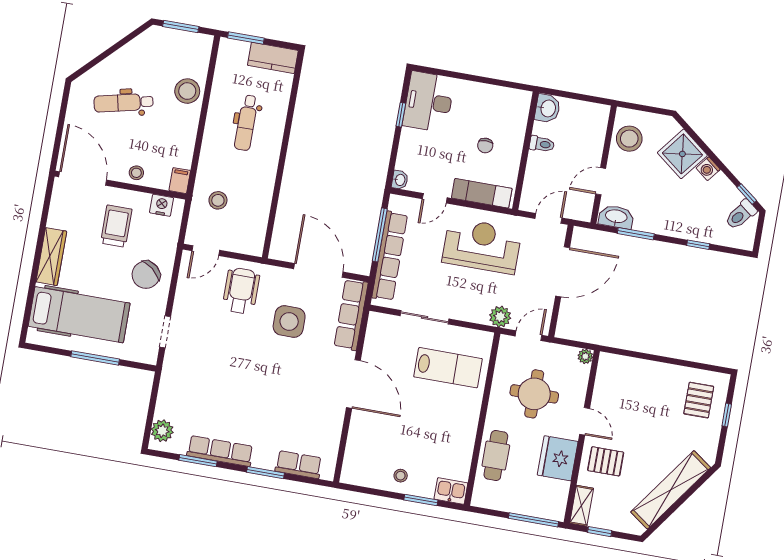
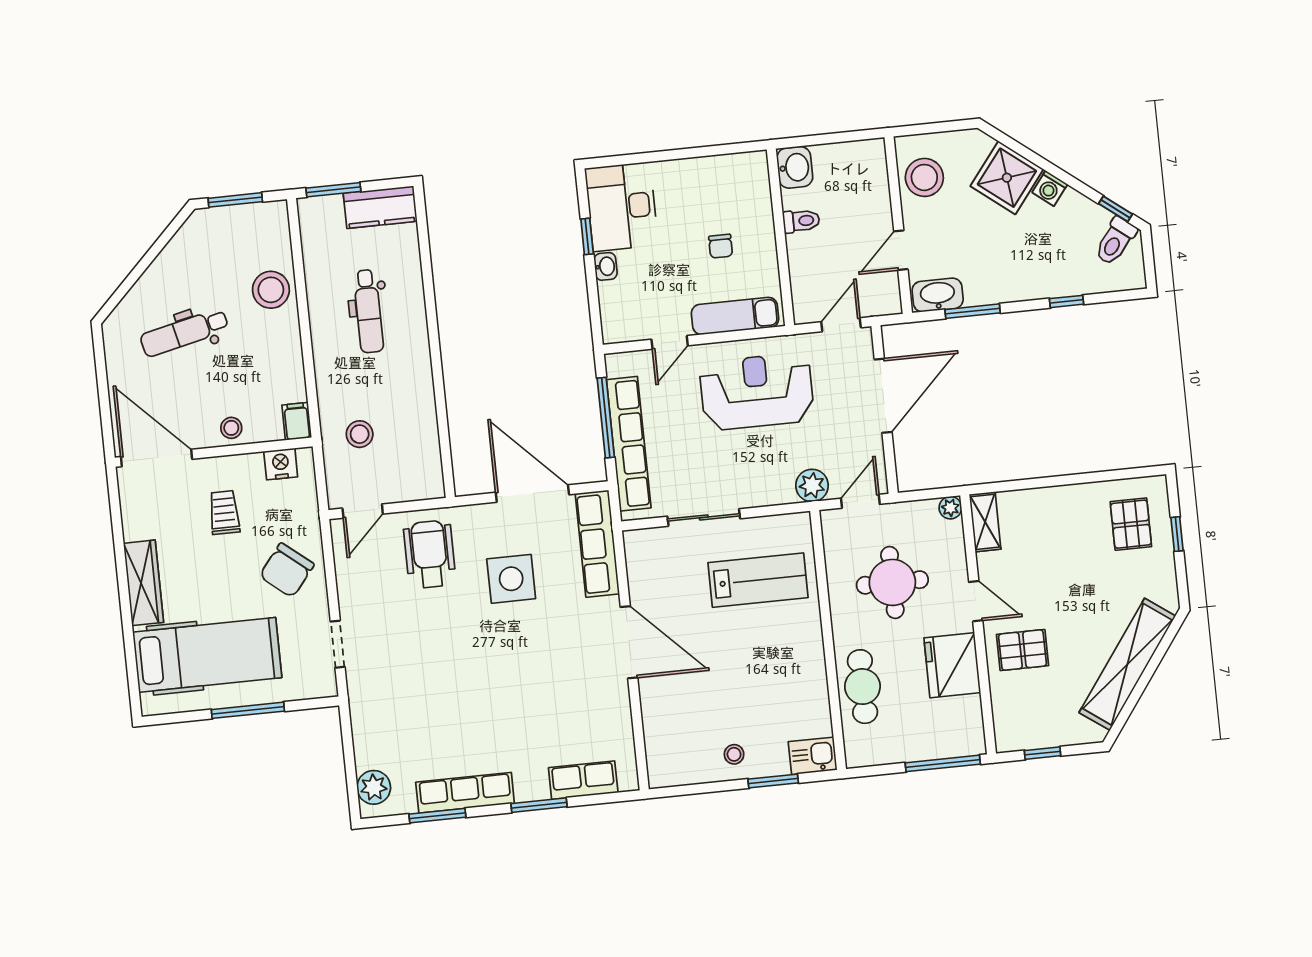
washbasin: (400, 180) -> (606, 266), moved
trolley: (116, 226) -> (224, 512), width x0.73, depth x0.72
shelving: (582, 506) -> (985, 522), moved

